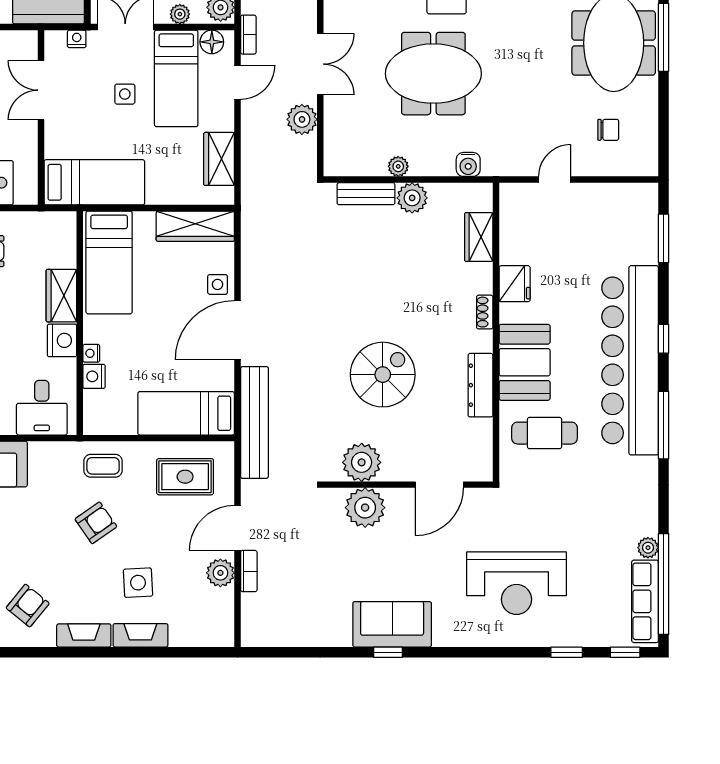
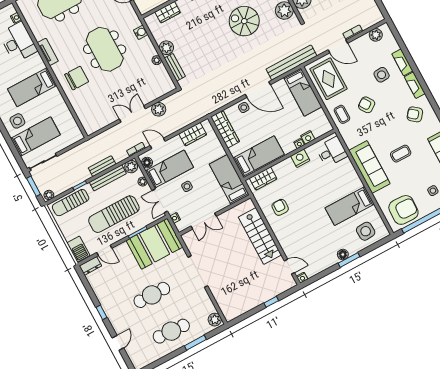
meeting table: (433, 74) -> (105, 49), moved
wardrobe: (61, 296) -> (263, 179), moved
rug: (185, 477) -> (329, 79), width x1.36, depth x1.43
plant: (220, 573) -> (376, 35), moved

